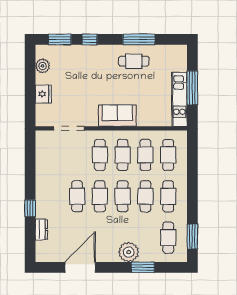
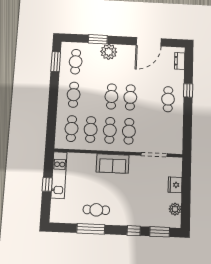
window: (192, 88) -> (47, 184), width x0.46
cafe table: (77, 196) -> (168, 99), moved
cafe table: (145, 196) -> (93, 96), removed
dresser: (41, 229) -> (180, 61), moved

